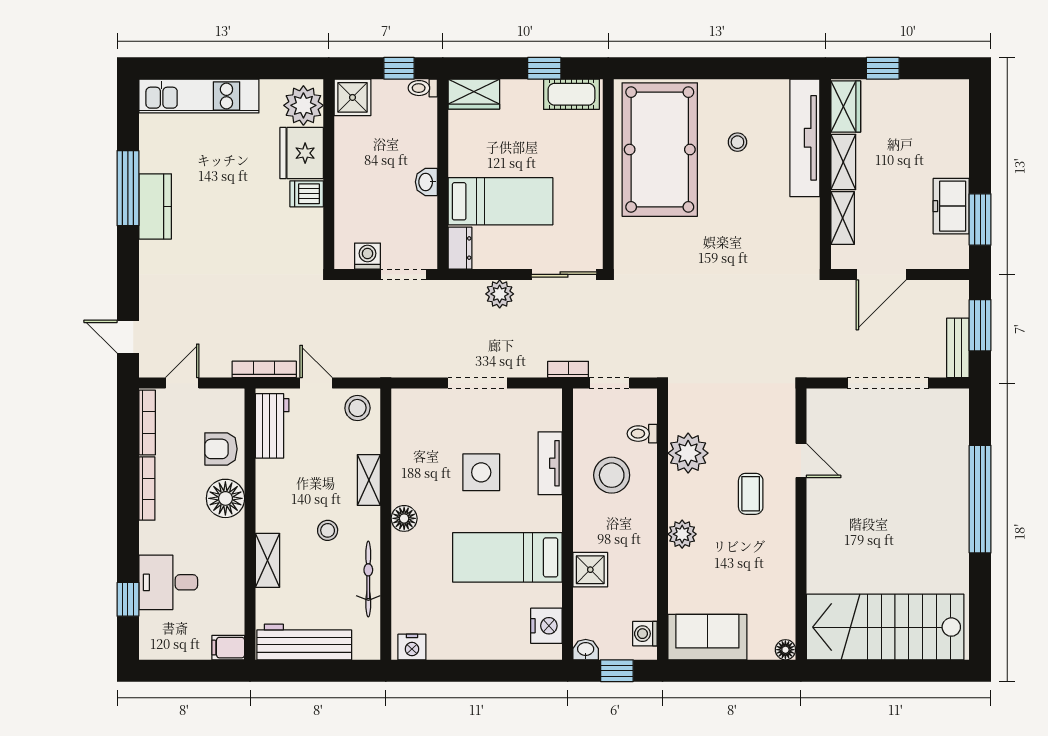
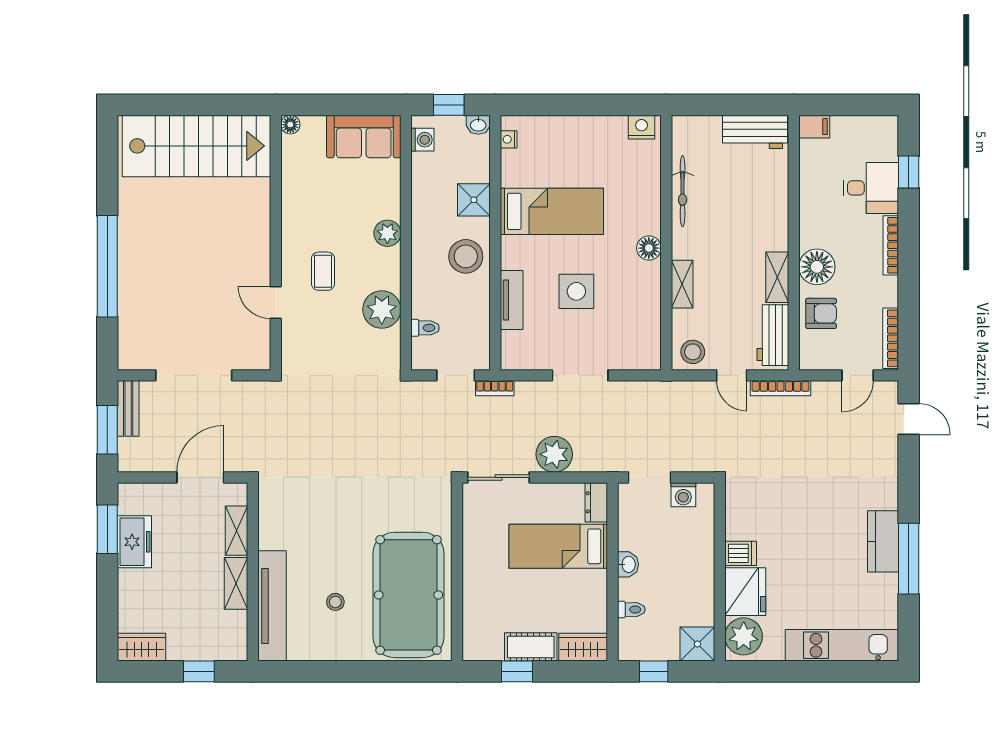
toilet: (423, 88) -> (631, 610), moved
cot: (571, 94) -> (531, 647), moved
wardrobe: (846, 107) -> (142, 647), moved, turned 90
plant: (500, 294) -> (554, 454), width x1.36, depth x1.36
stool: (612, 475) -> (466, 256), moved
bookcase: (147, 489) -> (891, 245), moved
stool: (328, 530) -> (721, 237), removed
shelving: (268, 560) -> (777, 277), moved
nightstand: (546, 626) -> (509, 139), width x0.53, depth x0.56
workbench: (304, 642) -> (755, 132), width x0.73

